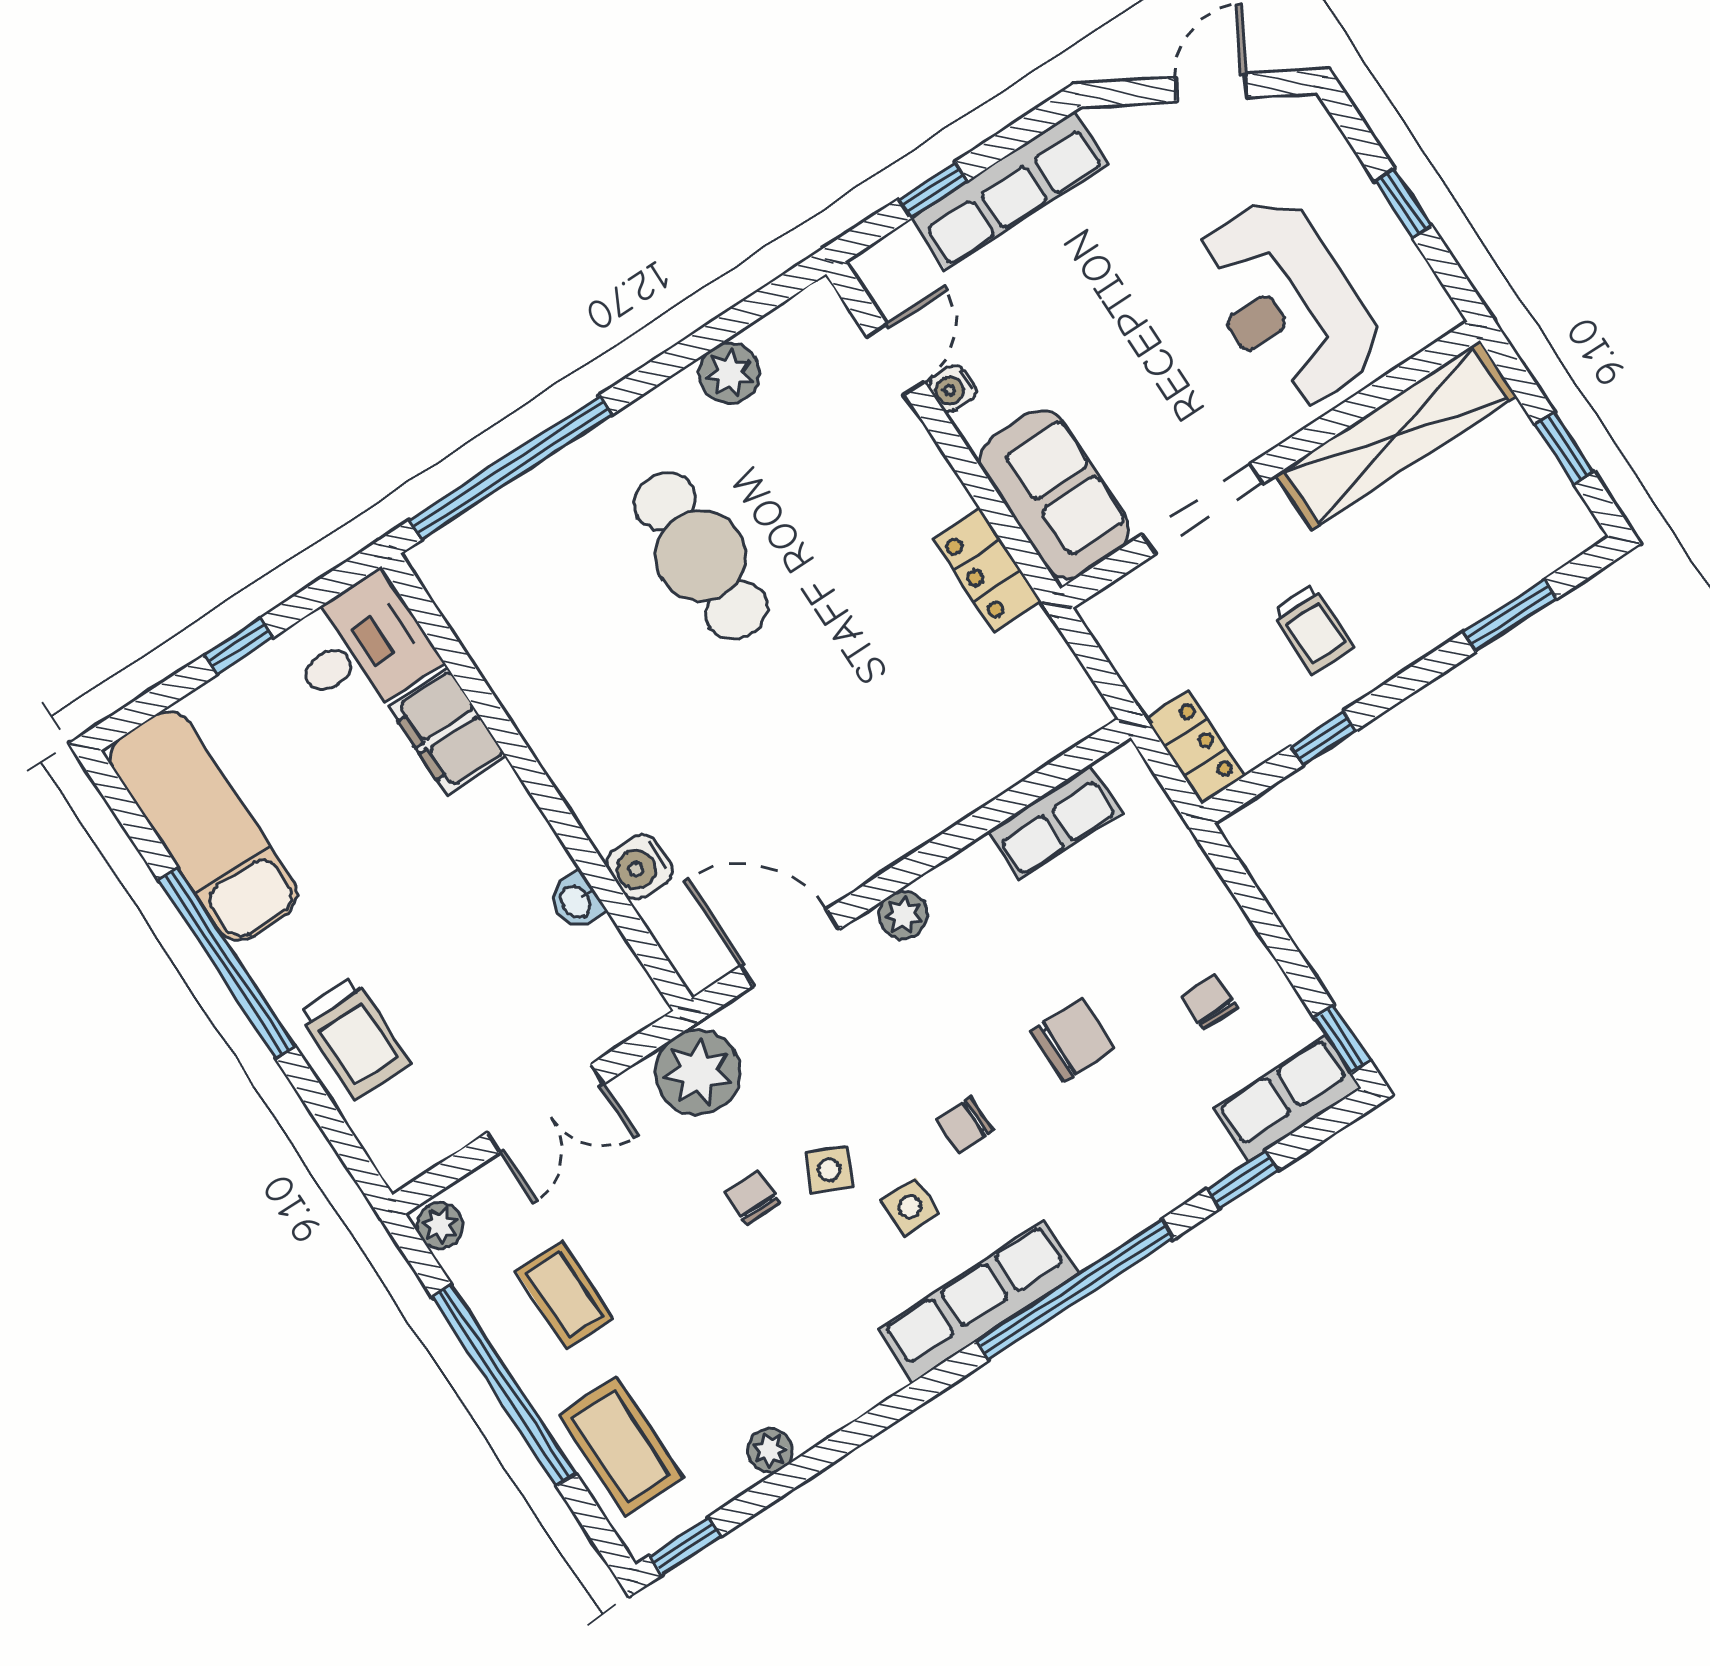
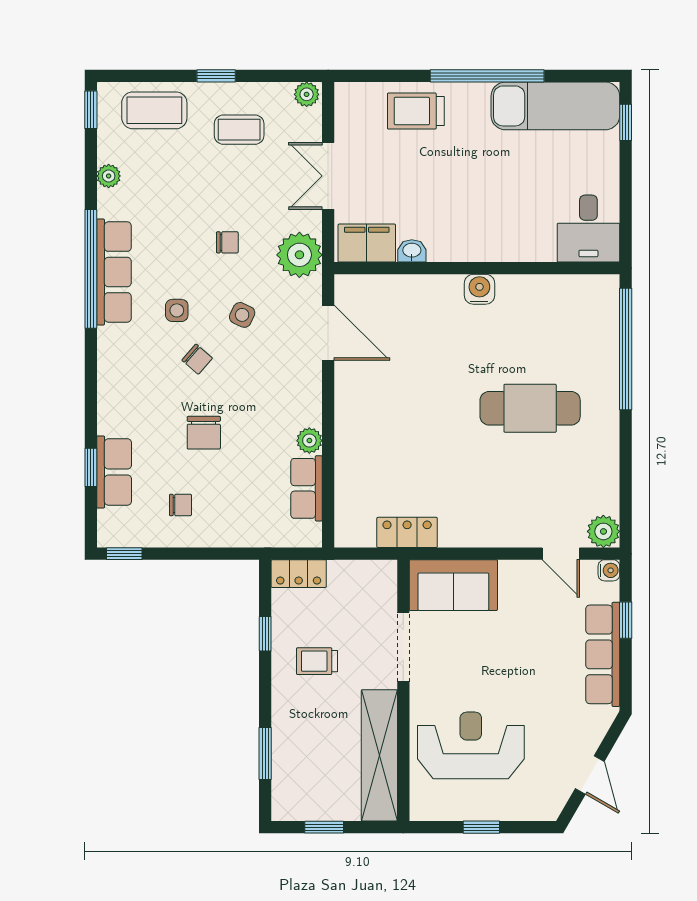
plant: (730, 373) -> (603, 531), moved
water cooler: (952, 389) -> (609, 570), moved, turned 90
locker: (987, 570) -> (407, 532), moved
window: (239, 646) -> (626, 122), moved
filing cabinet: (447, 731) -> (367, 243), moved
water cooler: (640, 867) -> (479, 289), moved
plant: (903, 915) -> (309, 441), moved
door: (790, 948) -> (328, 333), hinge flipped
row of seats: (1287, 1098) -> (114, 472), moved
chair: (965, 1125) -> (197, 359), turned 131
side table: (829, 1170) -> (242, 315), moved
window: (1075, 1290) -> (91, 269), moved
row of seats: (979, 1302) -> (114, 272), moved
window: (504, 1385) -> (216, 76), width x0.32

